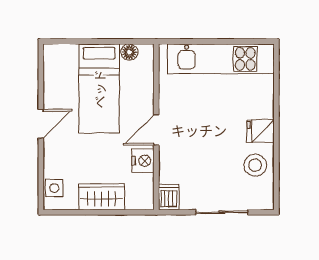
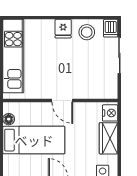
nightstand: (143, 161) -> (110, 113), moved, turned 90
dishwasher: (169, 197) -> (111, 28), moved, turned -90

